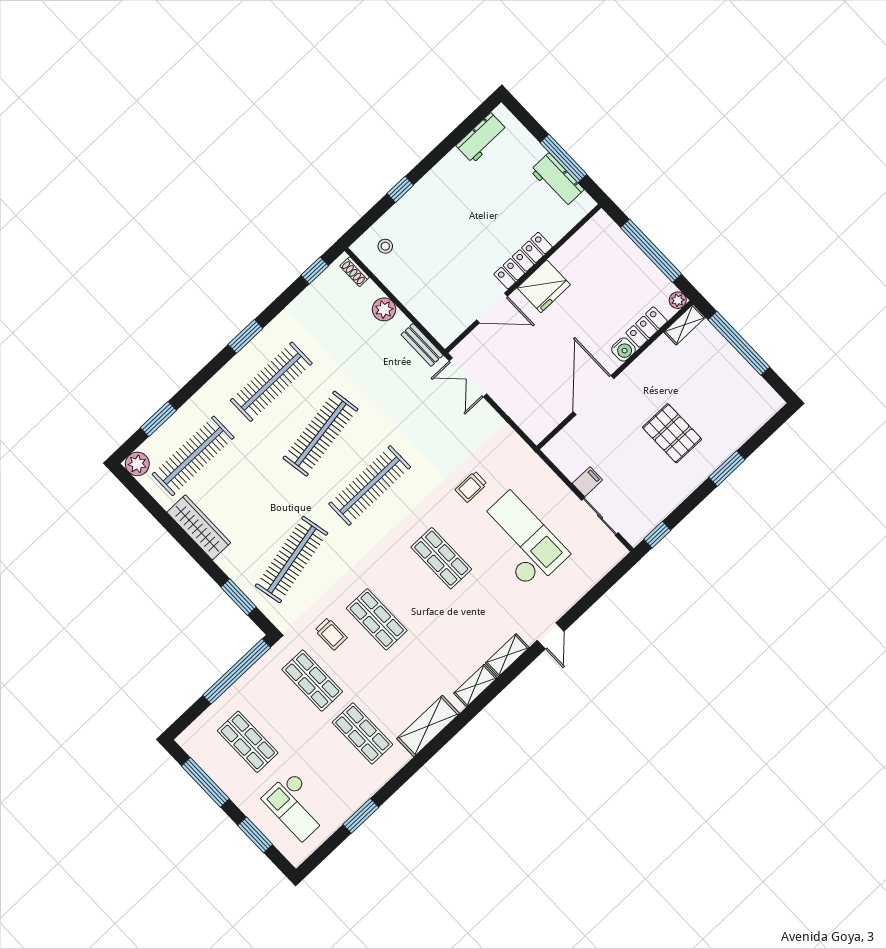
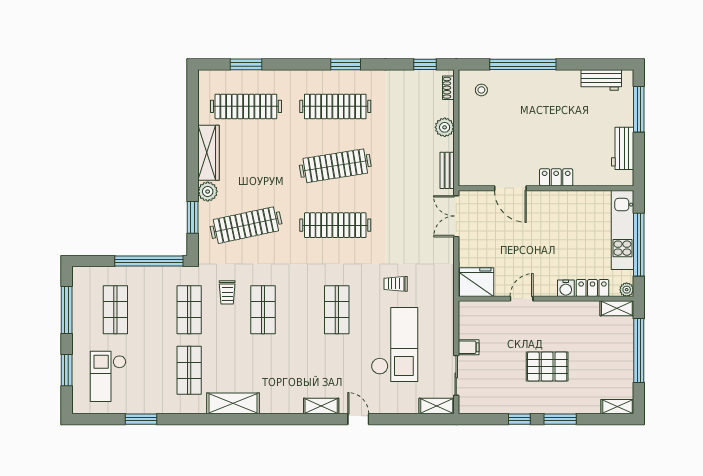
window: (563, 158) -> (639, 109), moved
window: (400, 189) -> (523, 64), width x3.17
kitchen unit: (625, 251) -> (622, 230), added
locker: (523, 261) -> (556, 177), width x0.66
fridge: (544, 286) -> (477, 282), moved, turned 180
door: (594, 395) -> (522, 299), width x0.53
shelving: (767, 410) -> (617, 407), added
pallet: (672, 433) -> (547, 366), turned 90
plant: (137, 464) -> (208, 192), moved
window: (657, 535) -> (519, 419), moved
door: (551, 636) -> (358, 419), swing flipped
shelving: (475, 686) -> (437, 406), moved

